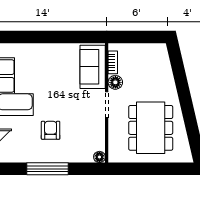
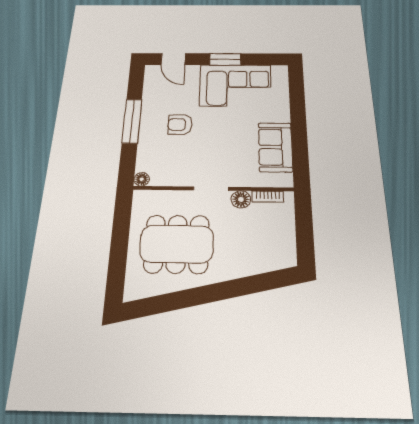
sofa: (93, 67) -> (275, 147), moved, turned -90
armchair: (51, 130) -> (180, 125), turned 180

